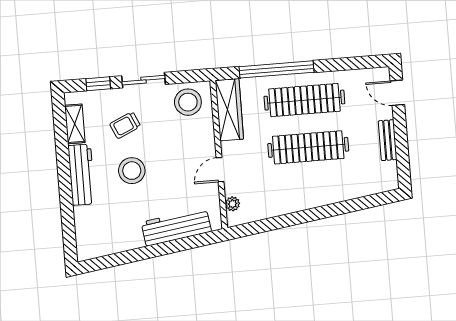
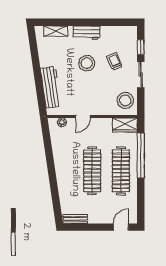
wardrobe: (229, 110) -> (125, 125), width x0.67
shelving: (75, 124) -> (56, 31), moved
bench: (388, 140) -> (75, 219), moved
door: (220, 170) -> (83, 116), swing flipped
workbench: (81, 175) -> (87, 33), width x0.73

